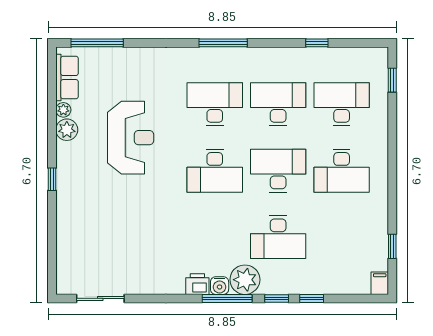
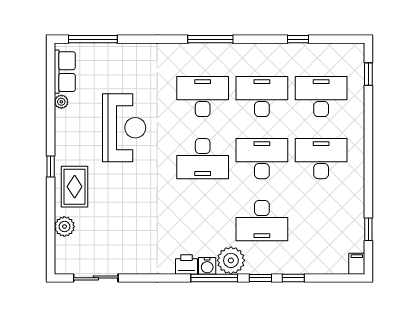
plant: (67, 130) -> (64, 227), moved
desk: (342, 171) -> (321, 159), turned 180
rug: (78, 201) -> (75, 187), added

